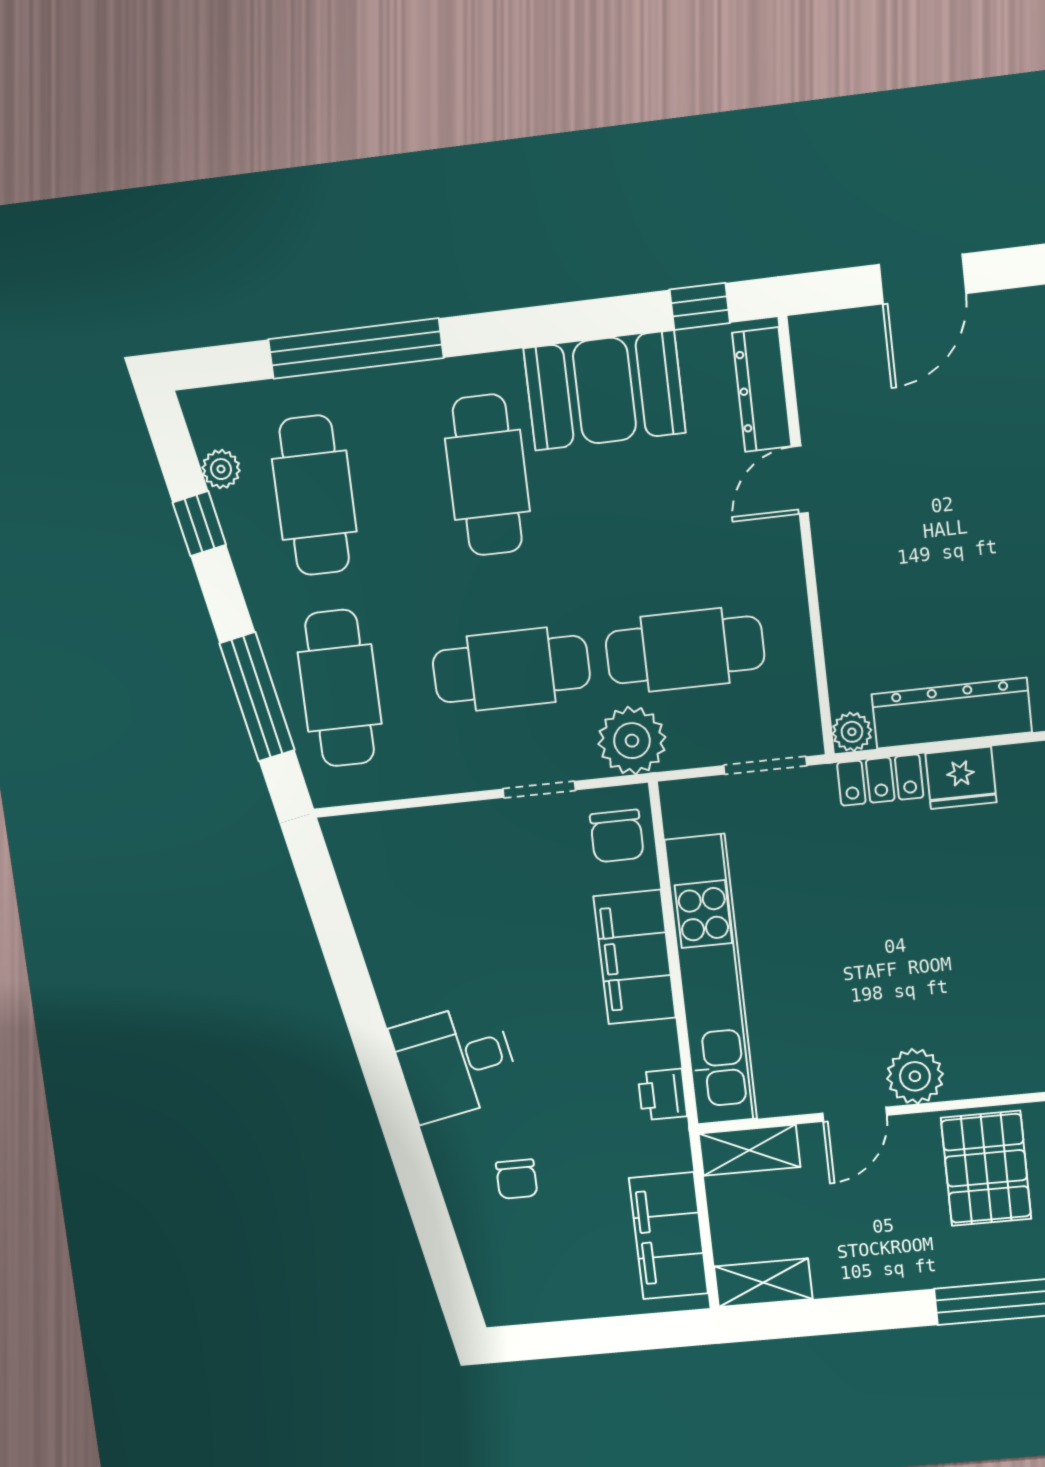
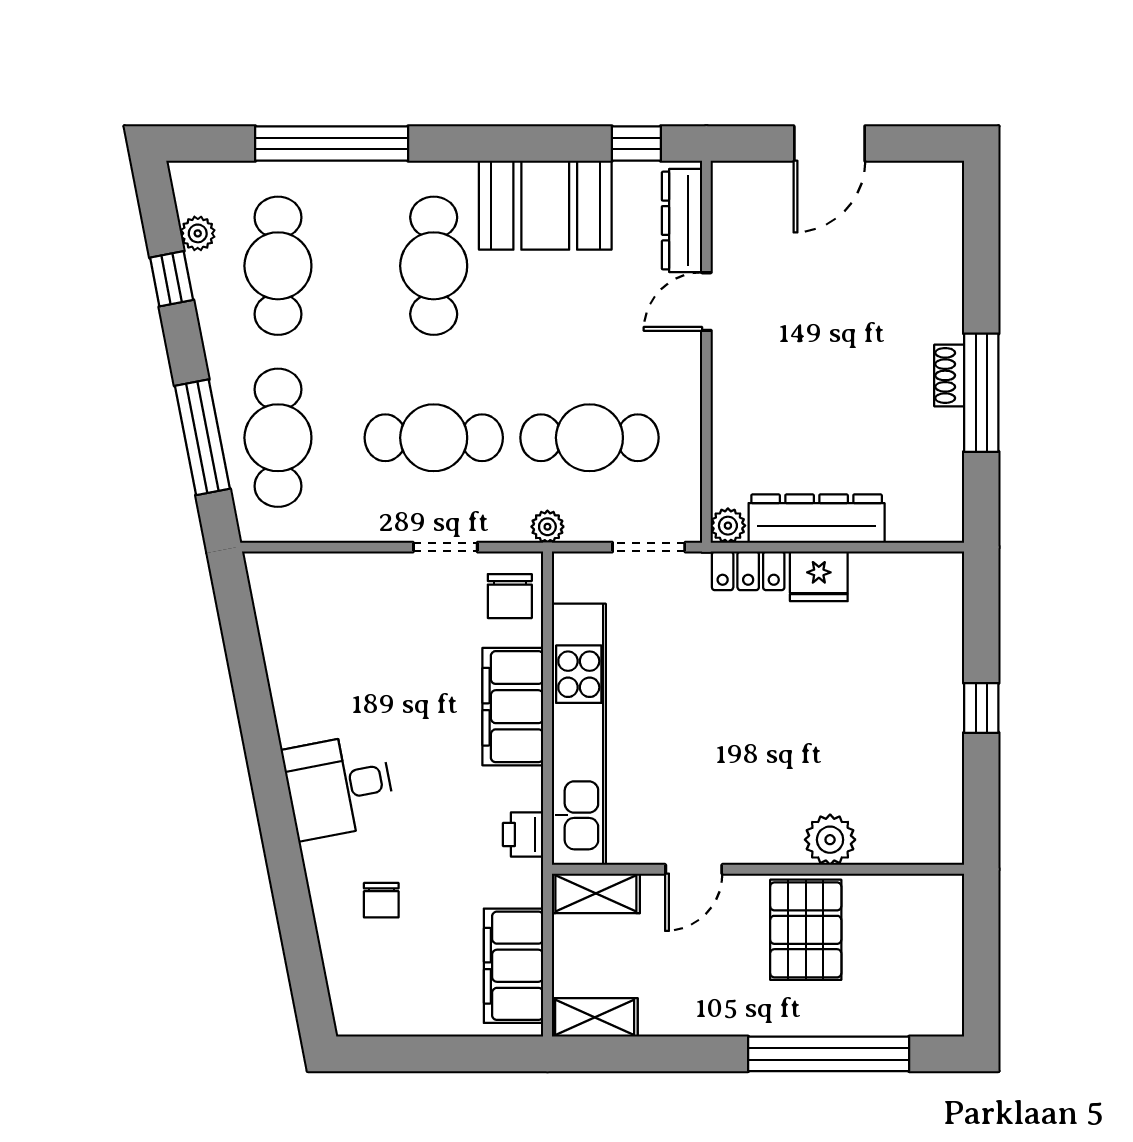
plant: (632, 741) -> (547, 527), width x0.53, depth x0.53
plant: (915, 1076) -> (830, 840), moved

